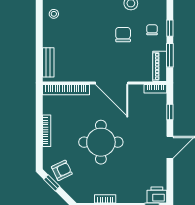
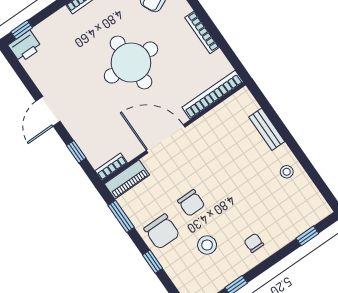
window: (170, 28) -> (153, 262), moved
chair: (152, 30) -> (162, 232), width x1.87, depth x1.87
bench: (48, 62) -> (267, 129), moved
piano: (160, 66) -> (127, 179), moved, turned 90

